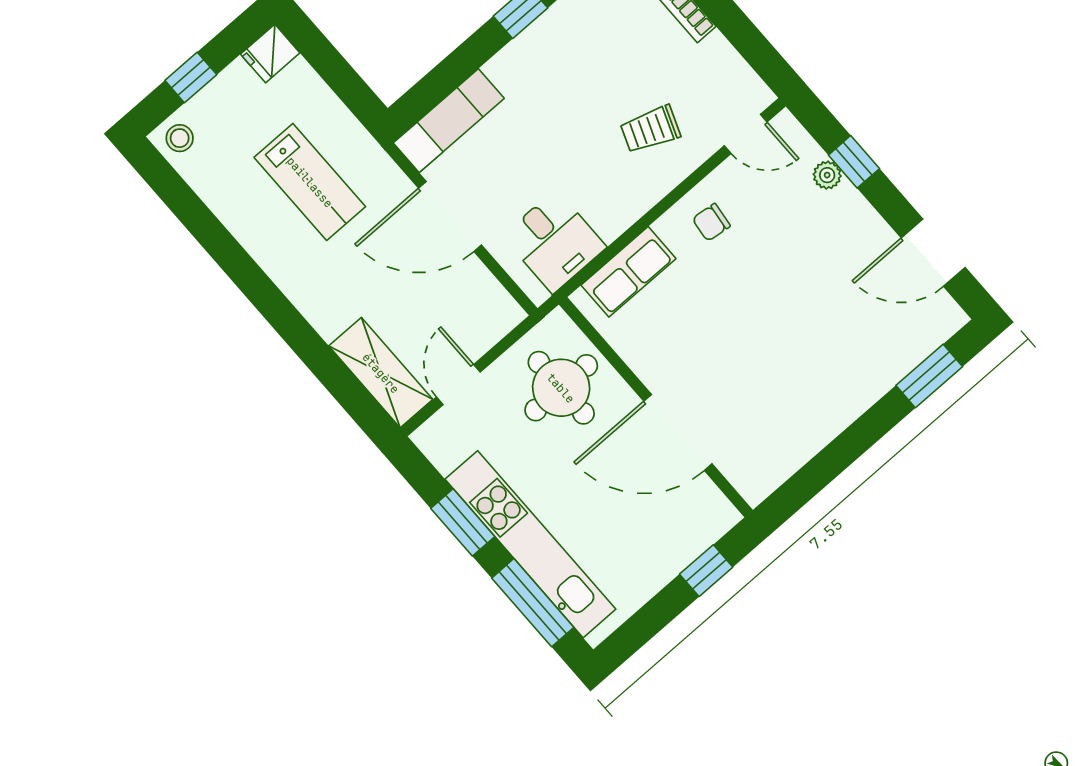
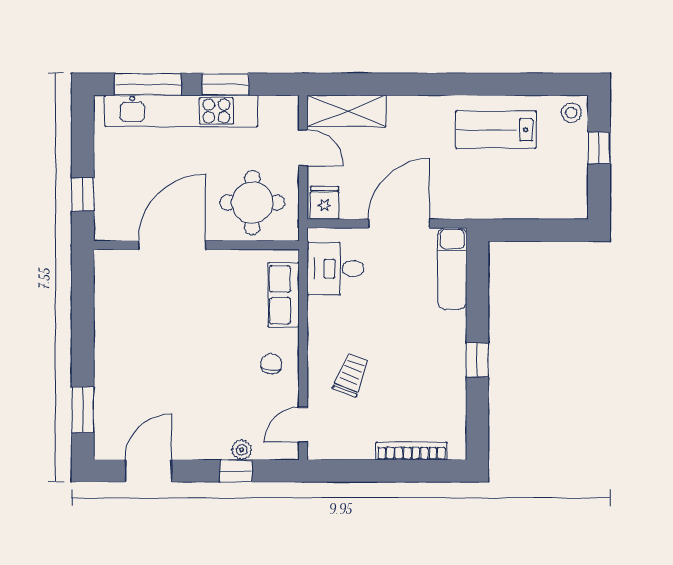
fridge: (270, 53) -> (324, 203), moved
lab bench: (310, 182) -> (496, 130), moved

